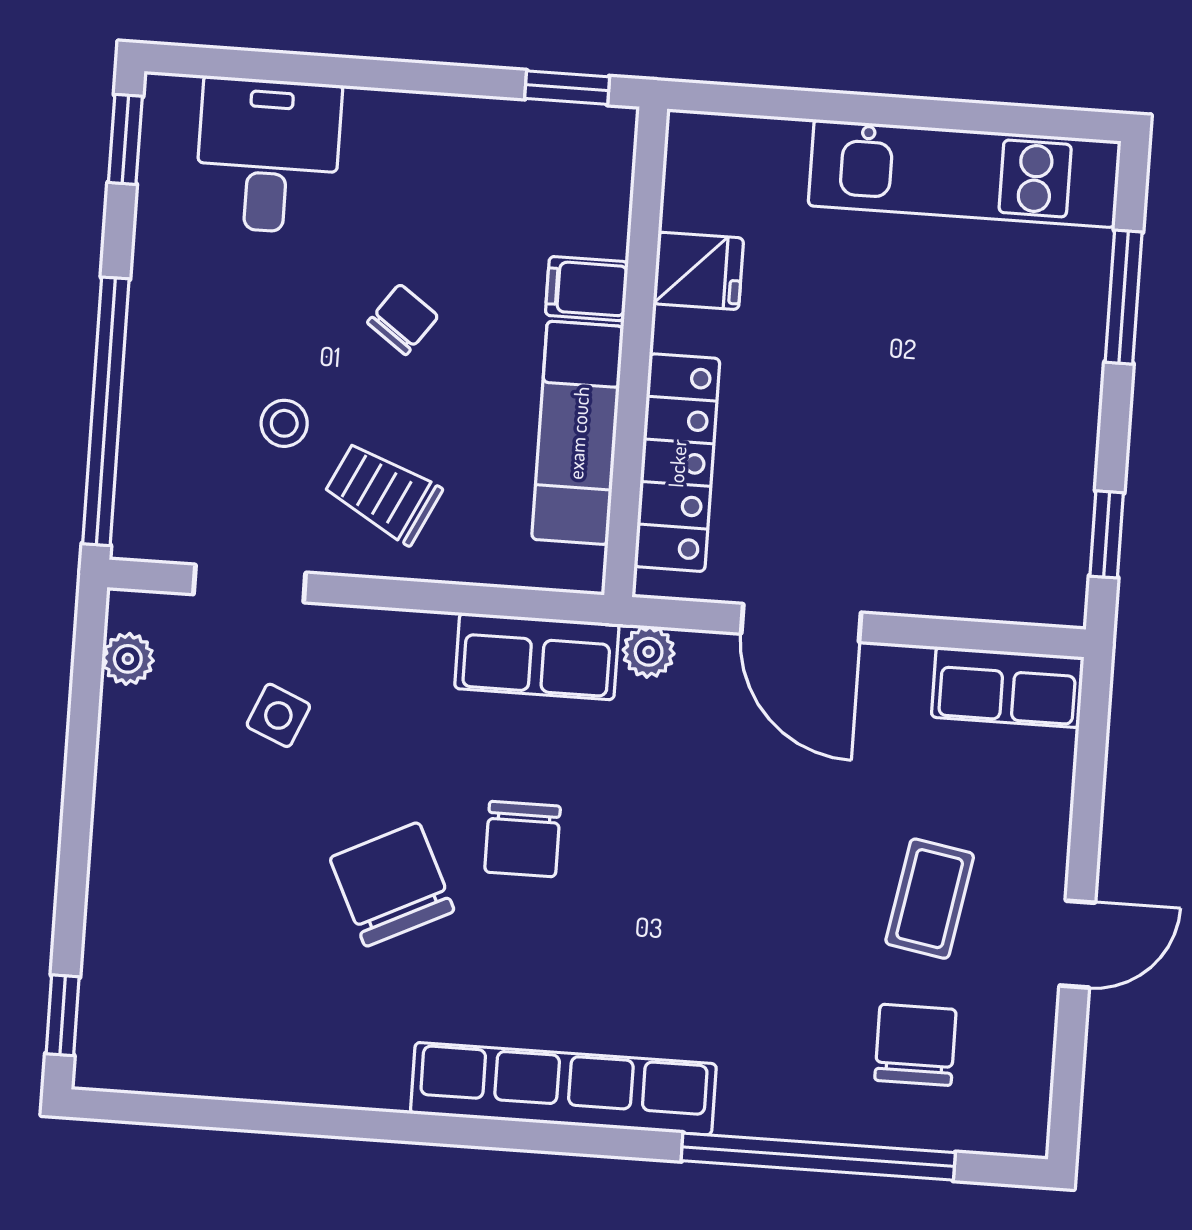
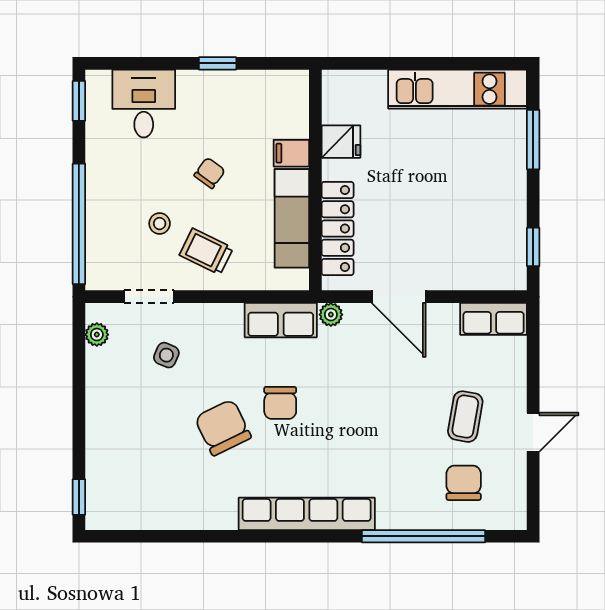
window: (567, 88) -> (218, 63), moved

